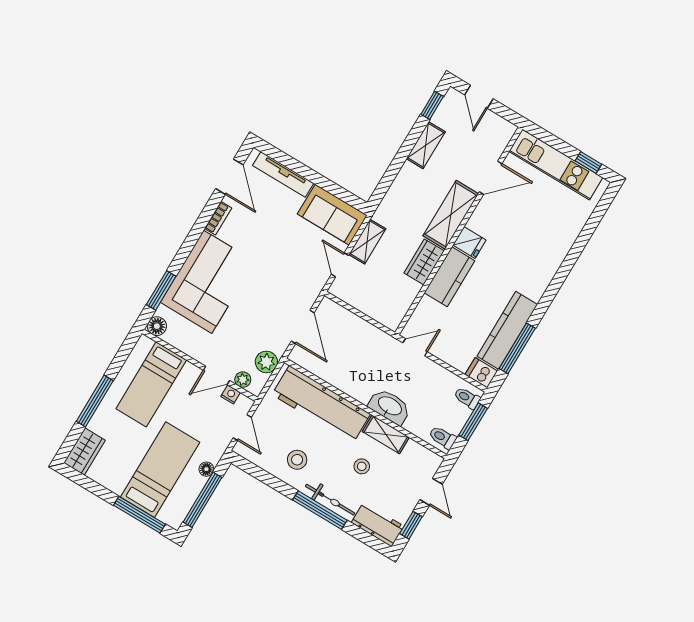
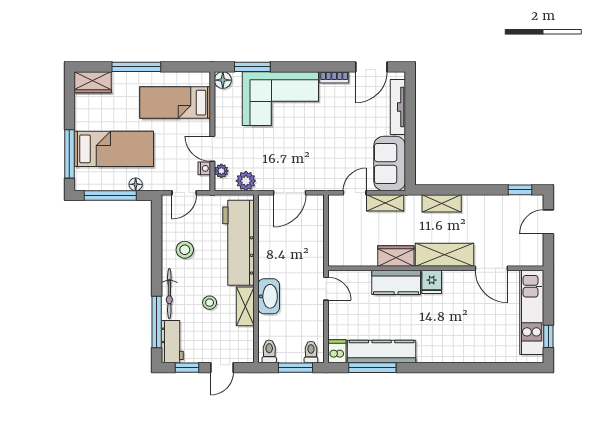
shelving: (426, 145) -> (442, 203), moved
window: (320, 510) -> (157, 322), moved

